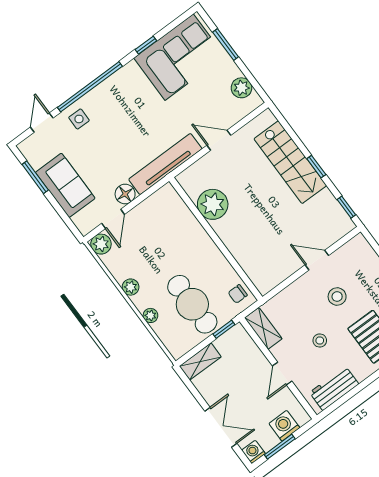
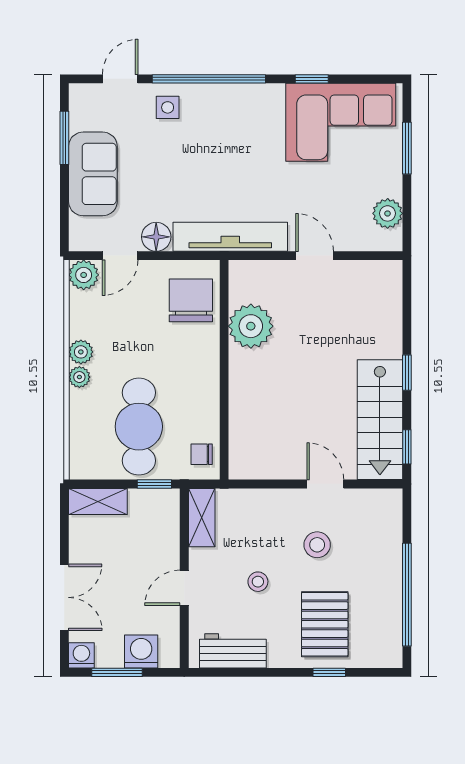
stairs: (290, 162) -> (380, 420), moved
chair: (170, 215) -> (191, 300), added
plant: (150, 315) -> (79, 377), moved

